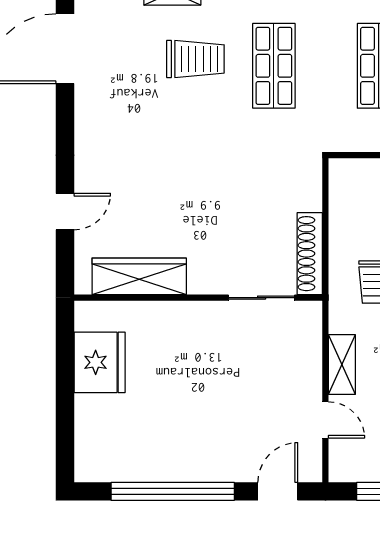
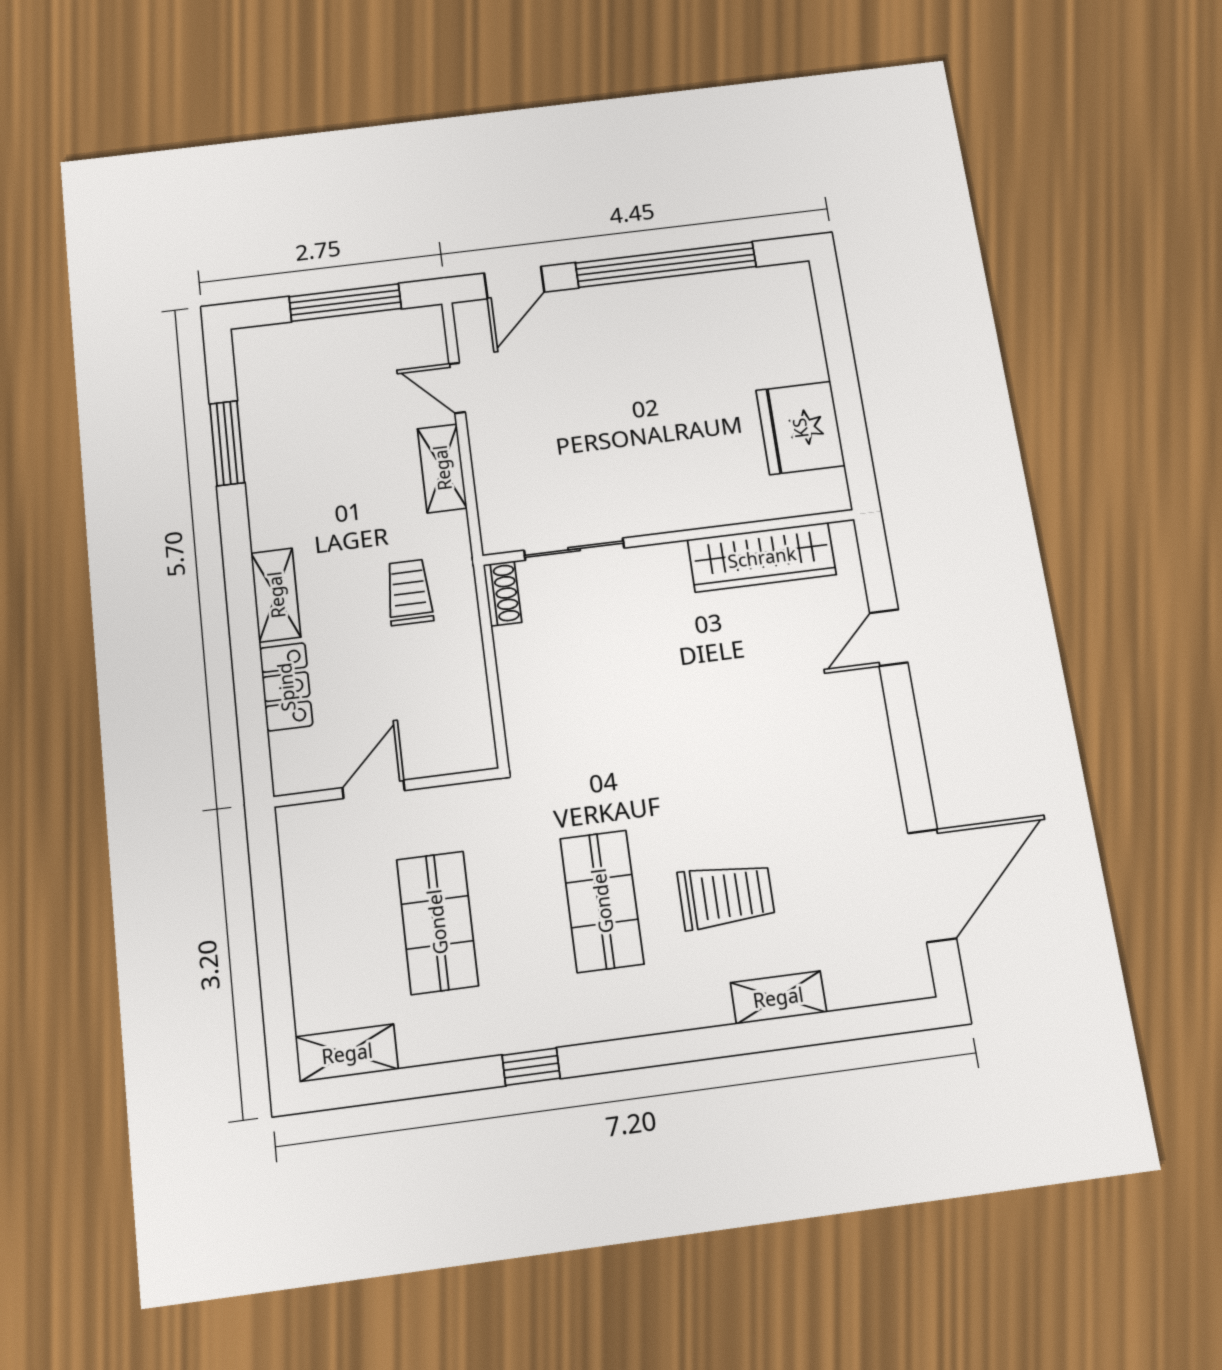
trolley: (195, 59) -> (726, 896), turned 180
shoe rack: (310, 254) -> (503, 593), width x0.51, depth x0.81

